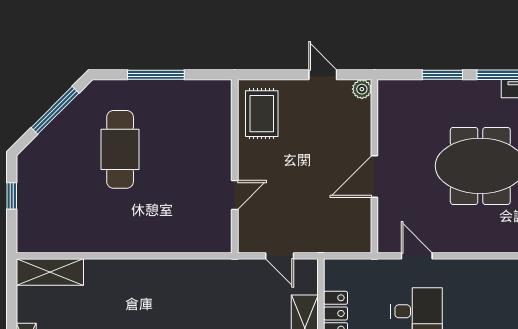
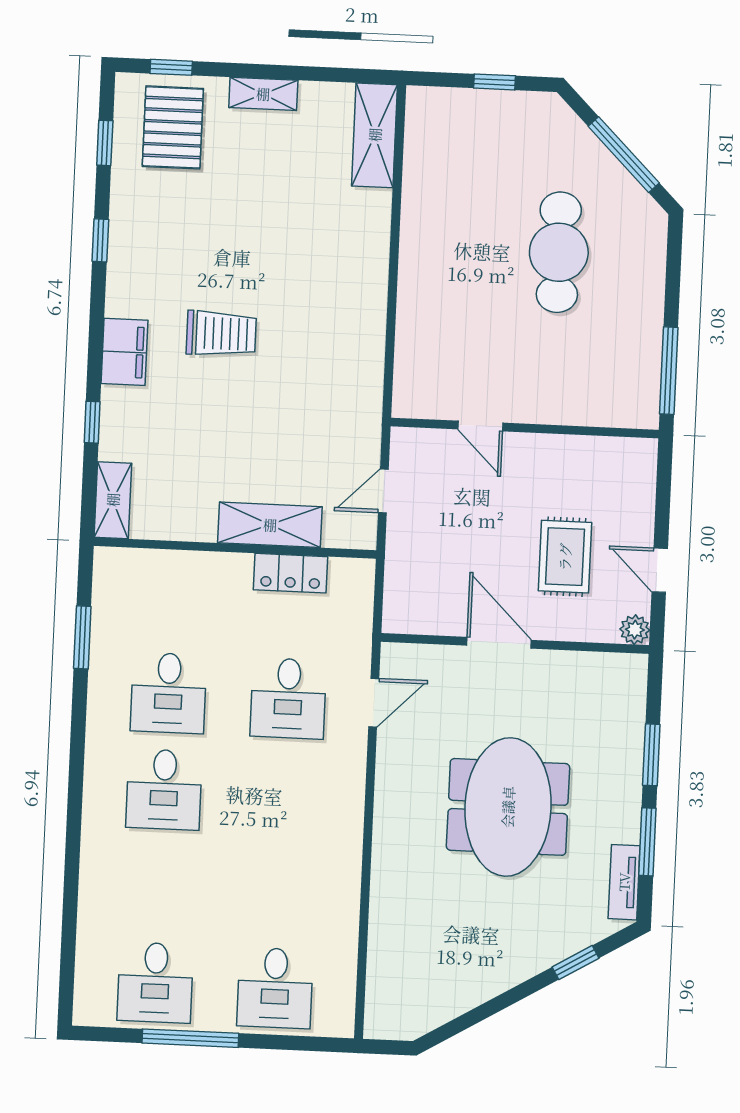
window: (156, 75) -> (669, 371), moved
door: (323, 75) -> (660, 570), swing flipped
rug: (262, 114) -> (565, 557), moved, turned 90
cafe table: (120, 149) -> (559, 252), turned 90

